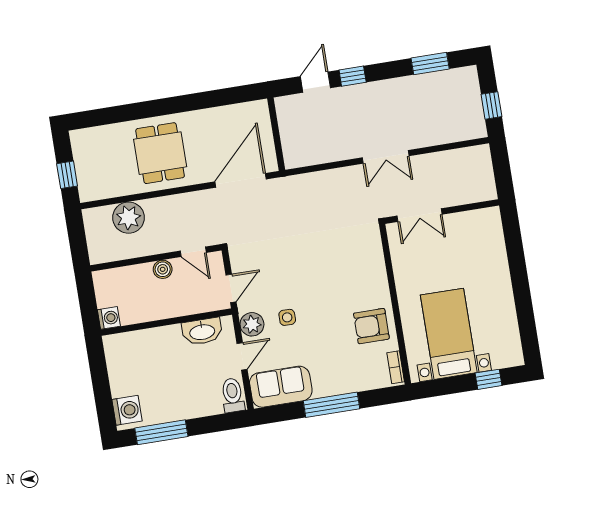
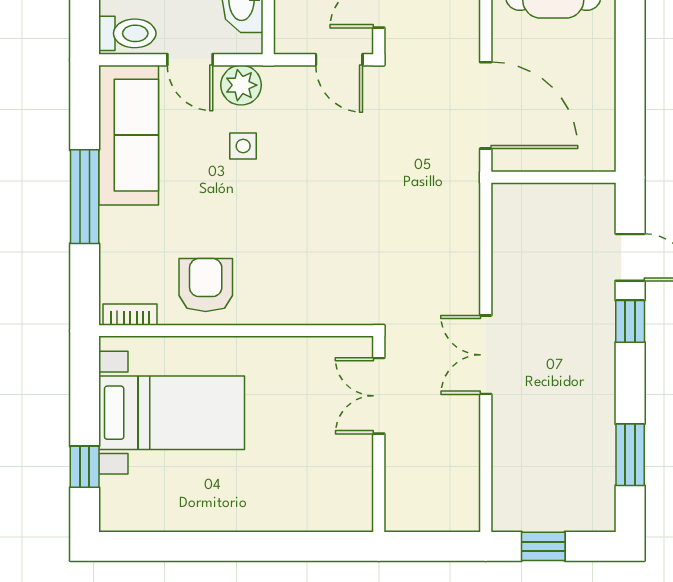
door: (231, 288) -> (339, 60), moved
sofa: (281, 387) -> (129, 135), width x1.36

